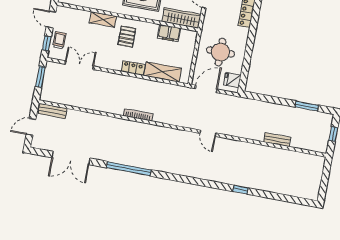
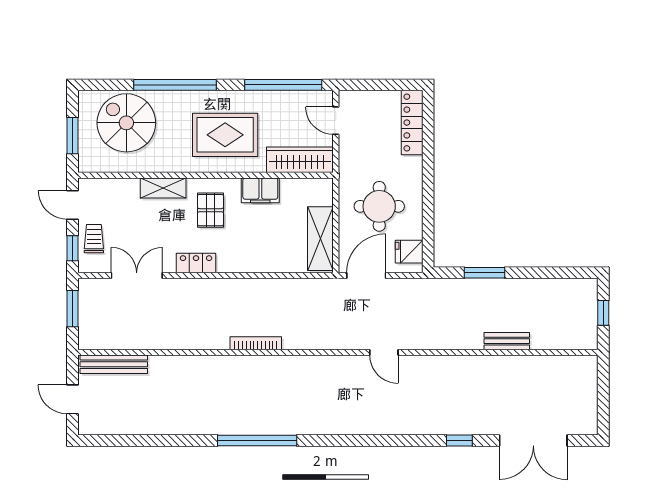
filing cabinet: (169, 33) -> (260, 190), moved
locker: (133, 68) -> (196, 263), moved
shelving: (163, 72) -> (320, 239), moved, turned 90
window: (307, 106) -> (485, 273), moved
bench: (52, 111) -> (114, 364), width x1.36
door: (31, 127) -> (73, 399), hinge flipped
double door: (71, 158) -> (533, 441), moved

